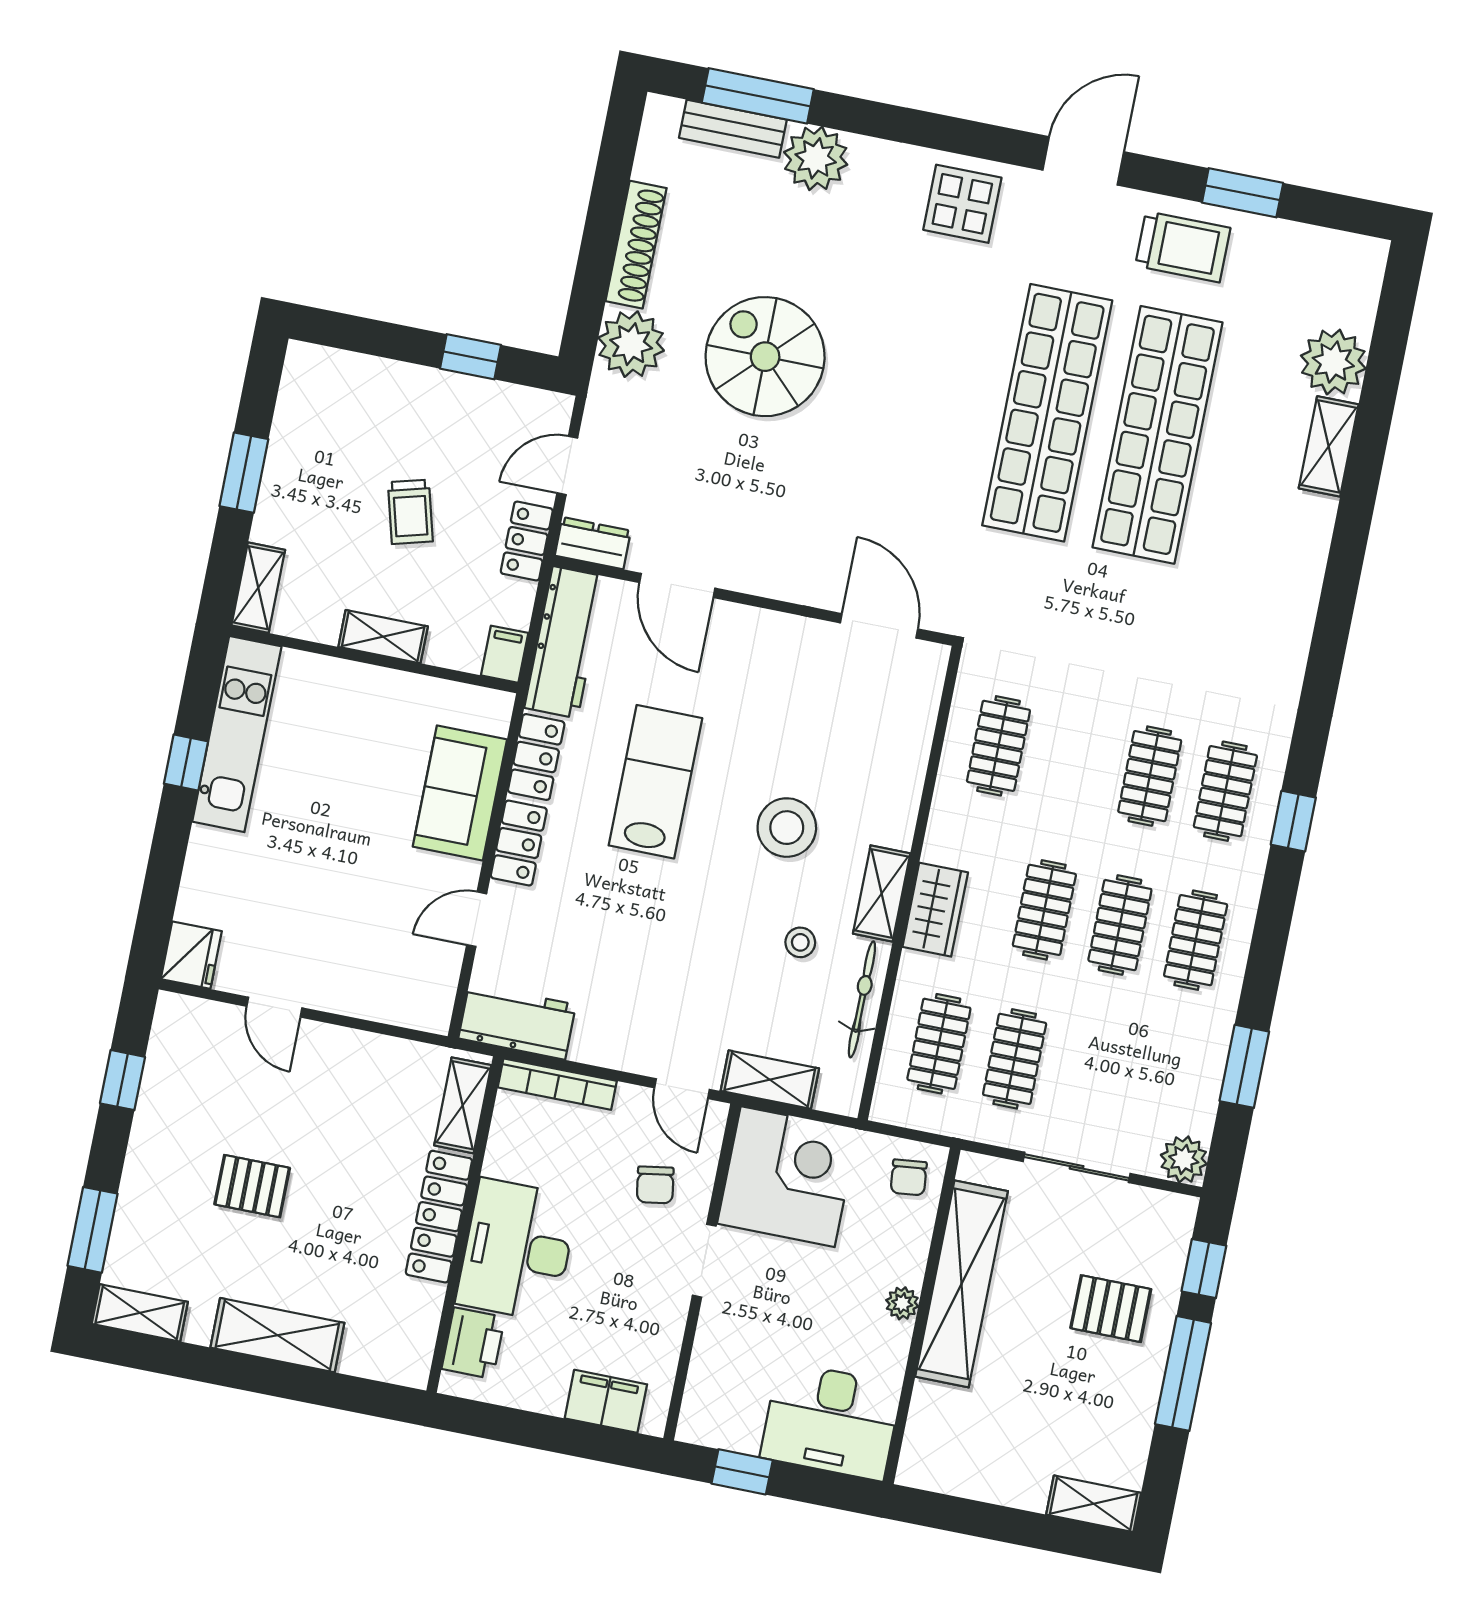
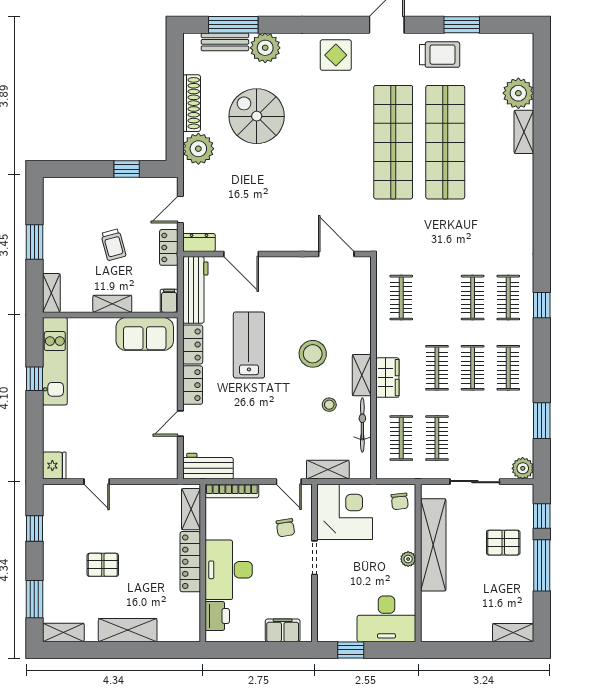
spiral stairs: (765, 357) -> (257, 116), moved
sofa: (460, 793) -> (145, 334), moved, turned -90

